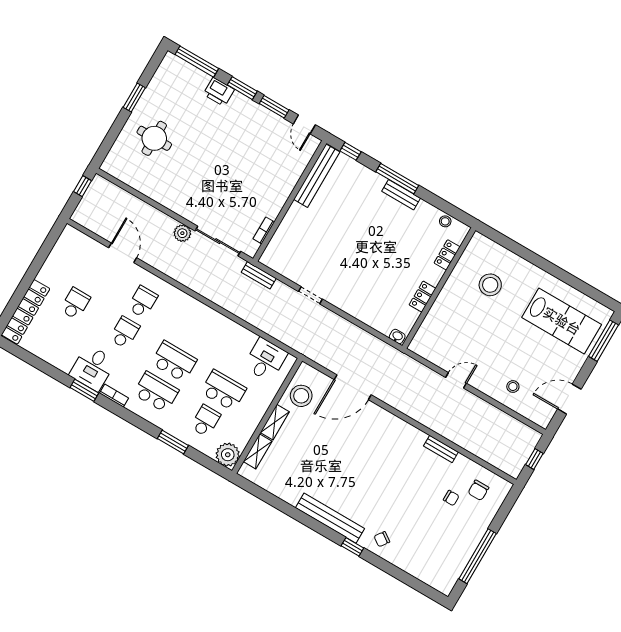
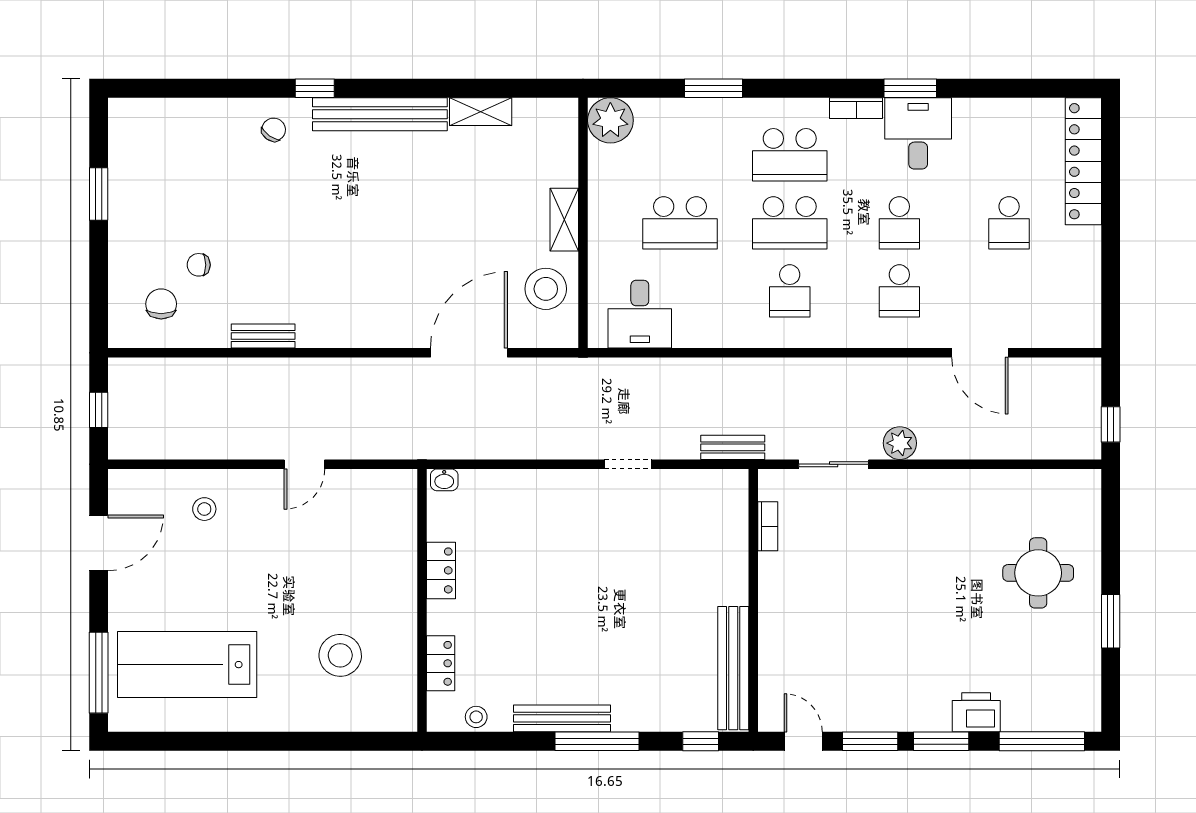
bench: (401, 195) -> (562, 718), width x1.36
sliding door: (218, 241) -> (834, 464), width x0.73
school desk: (205, 421) -> (790, 291), moved
shelving: (258, 451) -> (481, 112), moved, turned 90
window: (478, 556) -> (99, 194), width x0.47

